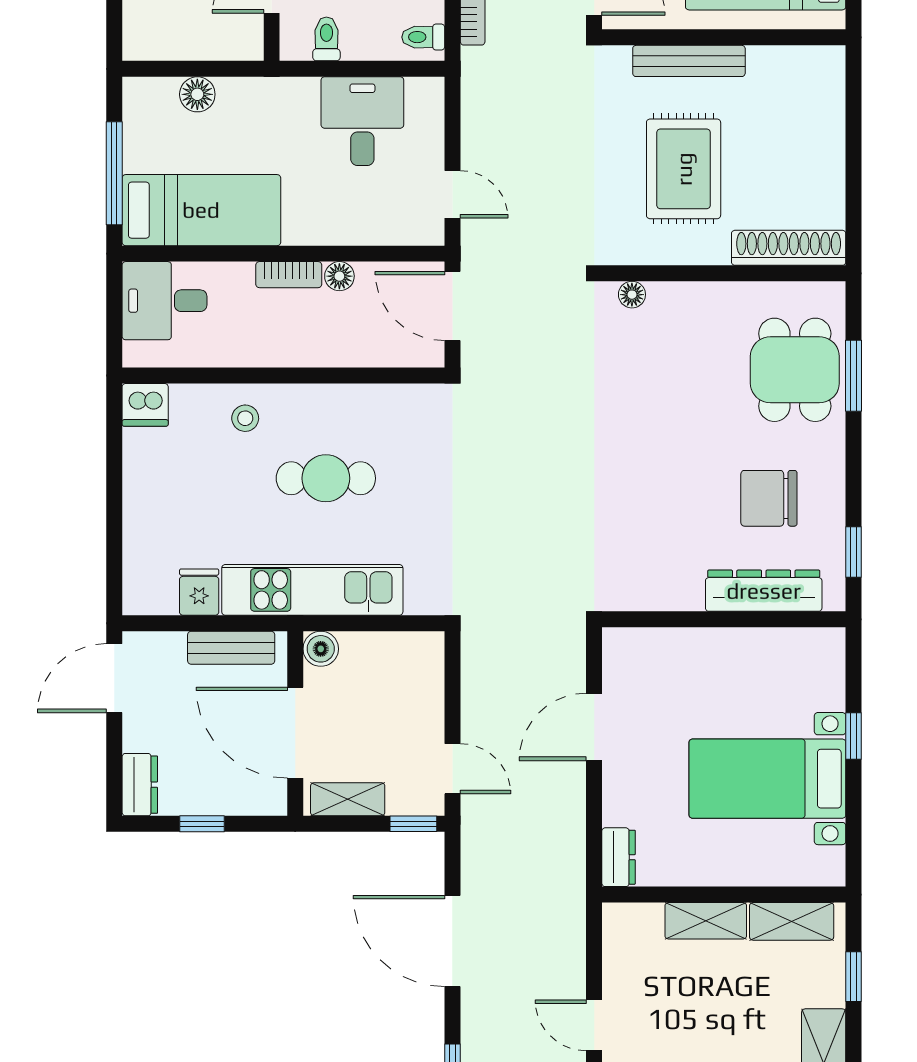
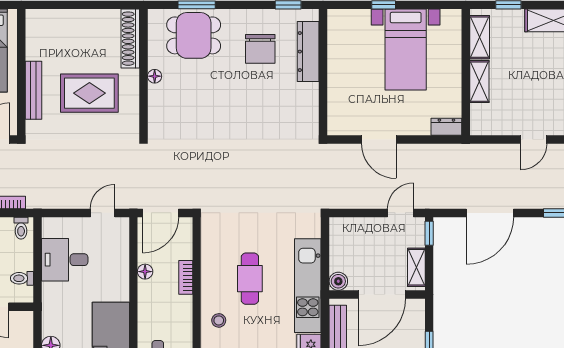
bookcase: (289, 275) -> (186, 277), moved, turned 180
floor lamp: (632, 295) -> (155, 76), moved

